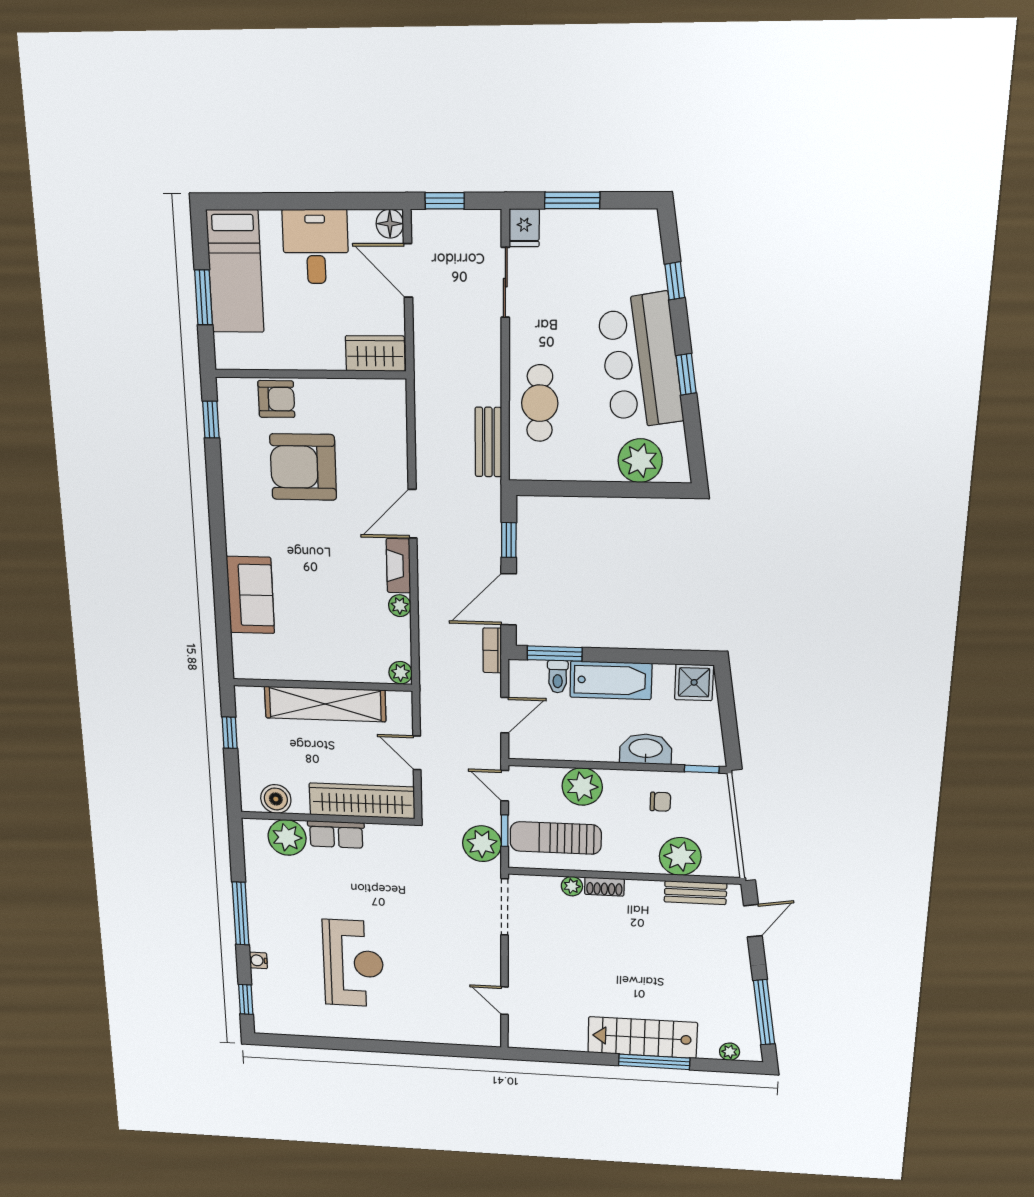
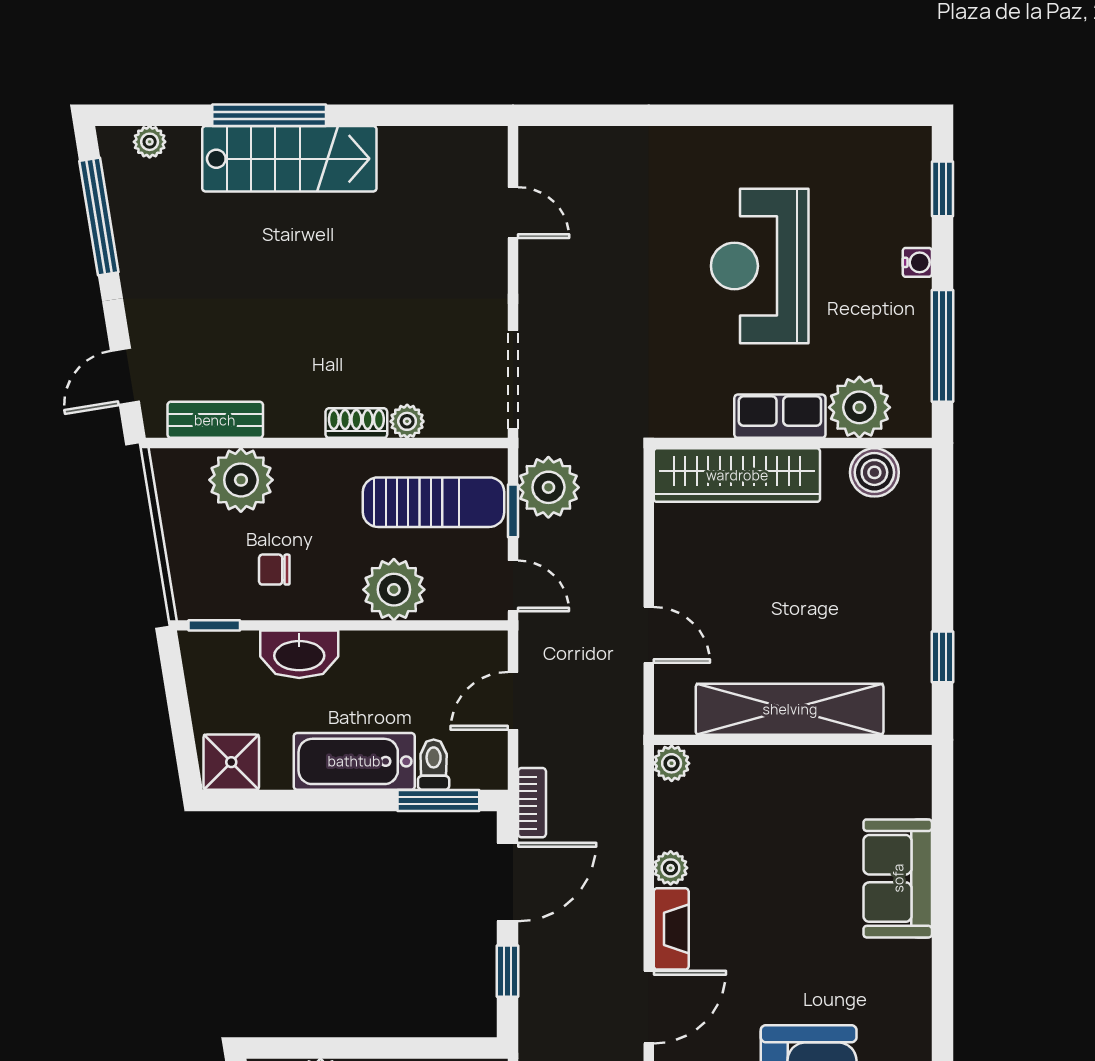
boiler: (276, 799) -> (874, 472), moved
wardrobe: (362, 801) -> (737, 475), moved
wall: (328, 818) -> (793, 443), moved
row of seats: (336, 834) -> (780, 416), moved
plant: (287, 837) -> (859, 407), moved

